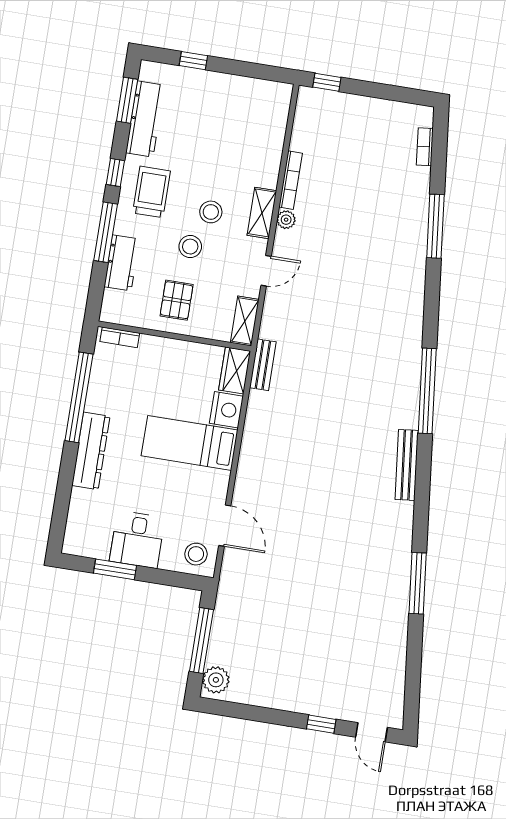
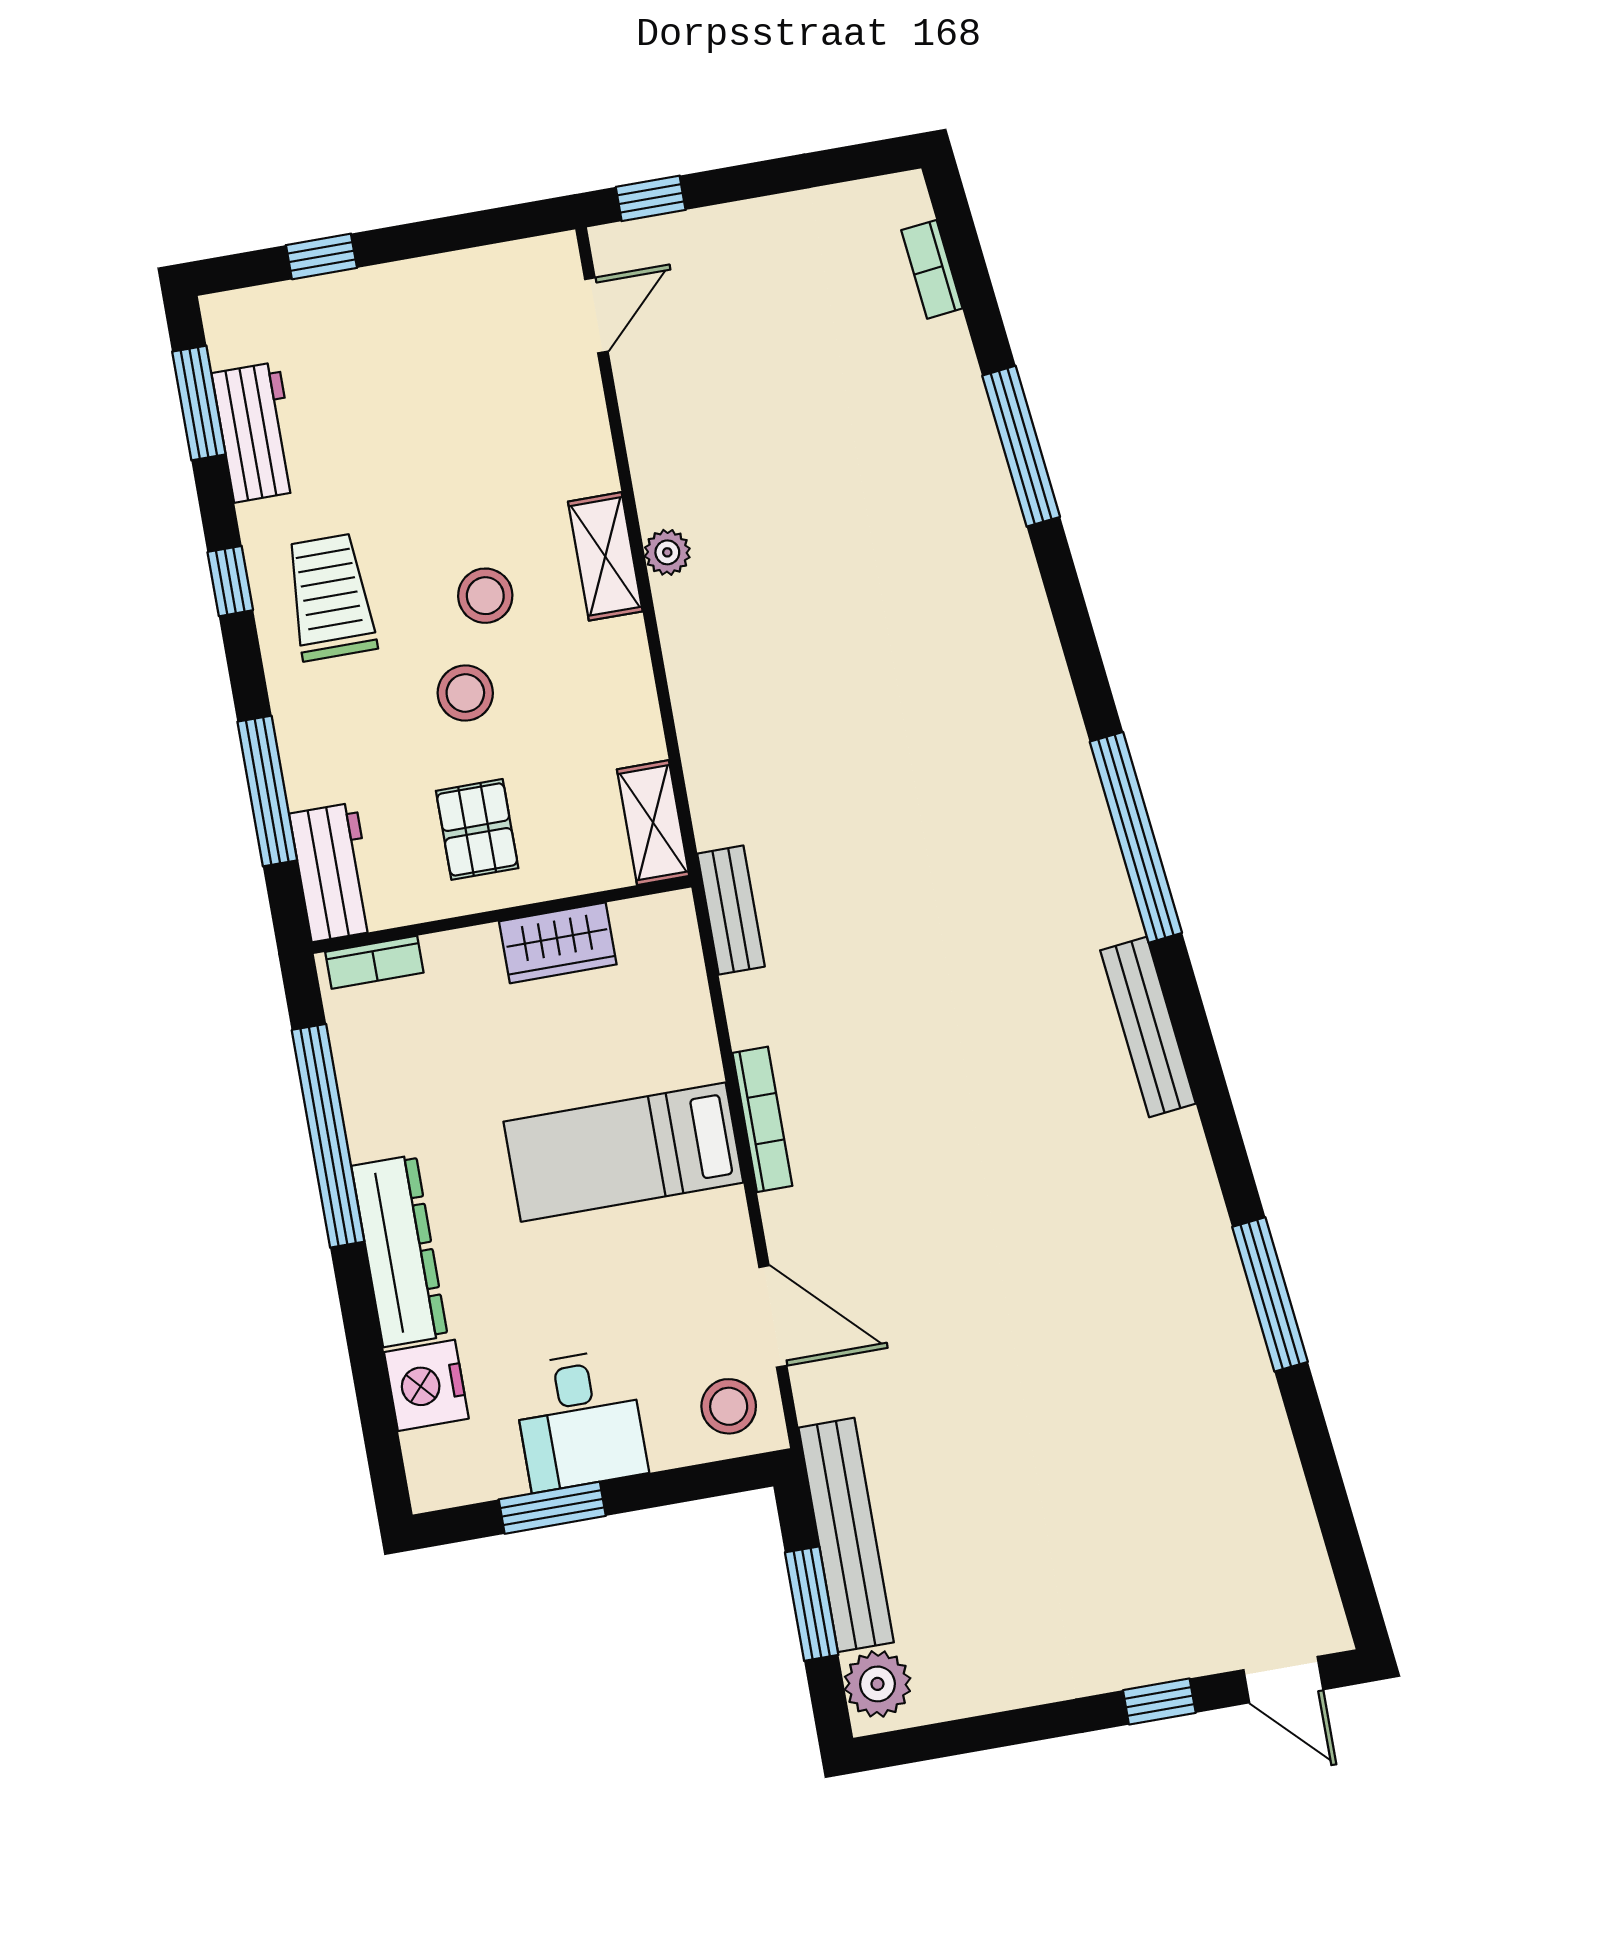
workbench: (145, 119) -> (256, 432), width x0.73
bookcase: (291, 180) -> (762, 1119), moved
window: (106, 232) -> (267, 791), moved
workbench: (122, 263) -> (334, 872), moved
door: (266, 271) -> (596, 315), moved
wardrobe: (235, 370) -> (558, 943), moved, turned -90
nightstand: (226, 410) -> (426, 1385), moved, turned 180
bench: (224, 619) -> (846, 1535), added
window: (201, 640) -> (812, 1604), width x0.69

